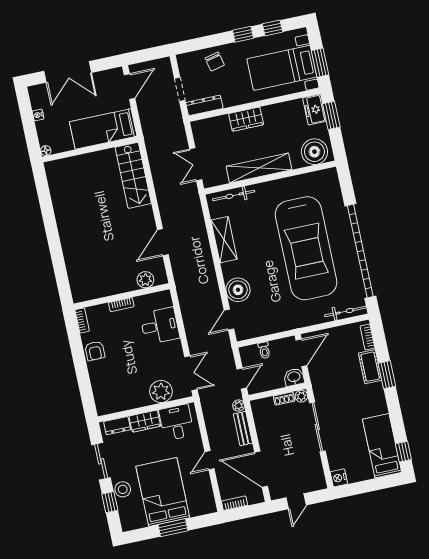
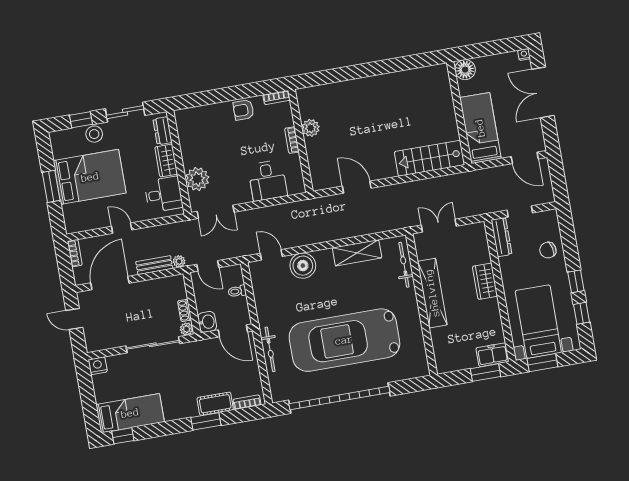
nightstand: (38, 115) -> (524, 54), moved
floor lamp: (46, 151) -> (465, 70), width x1.89, depth x1.89
boiler: (314, 152) -> (447, 353), removed
plant: (145, 280) -> (311, 128), moved
bicycle: (345, 311) -> (270, 349), moved

